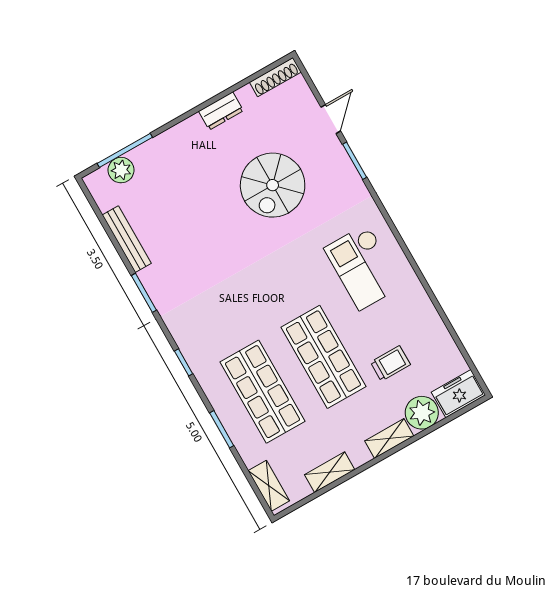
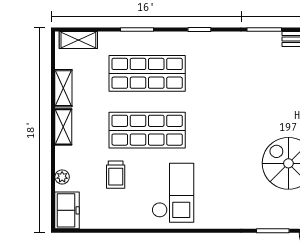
checkout: (363, 267) -> (173, 193), moved, turned 90
plant: (422, 413) -> (62, 177), width x0.53, depth x0.53
shelving: (389, 438) -> (63, 127), moved

